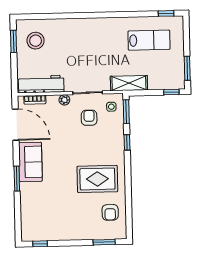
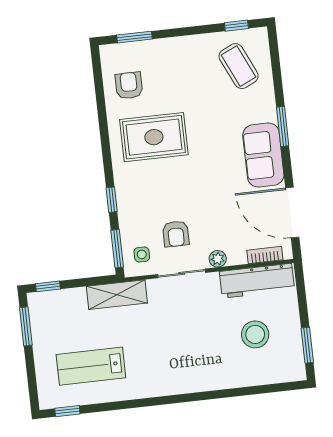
stool: (36, 41) -> (255, 334), moved
coffee table: (41, 218) -> (239, 66), added

